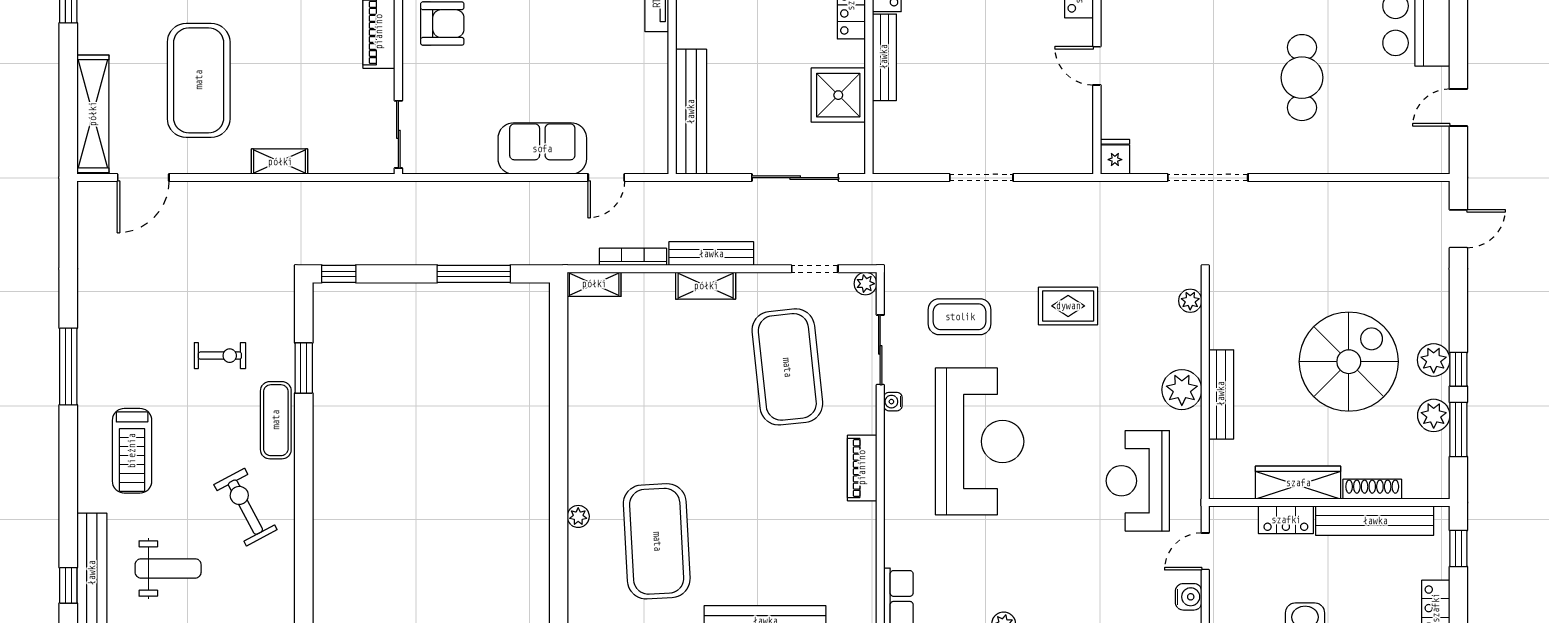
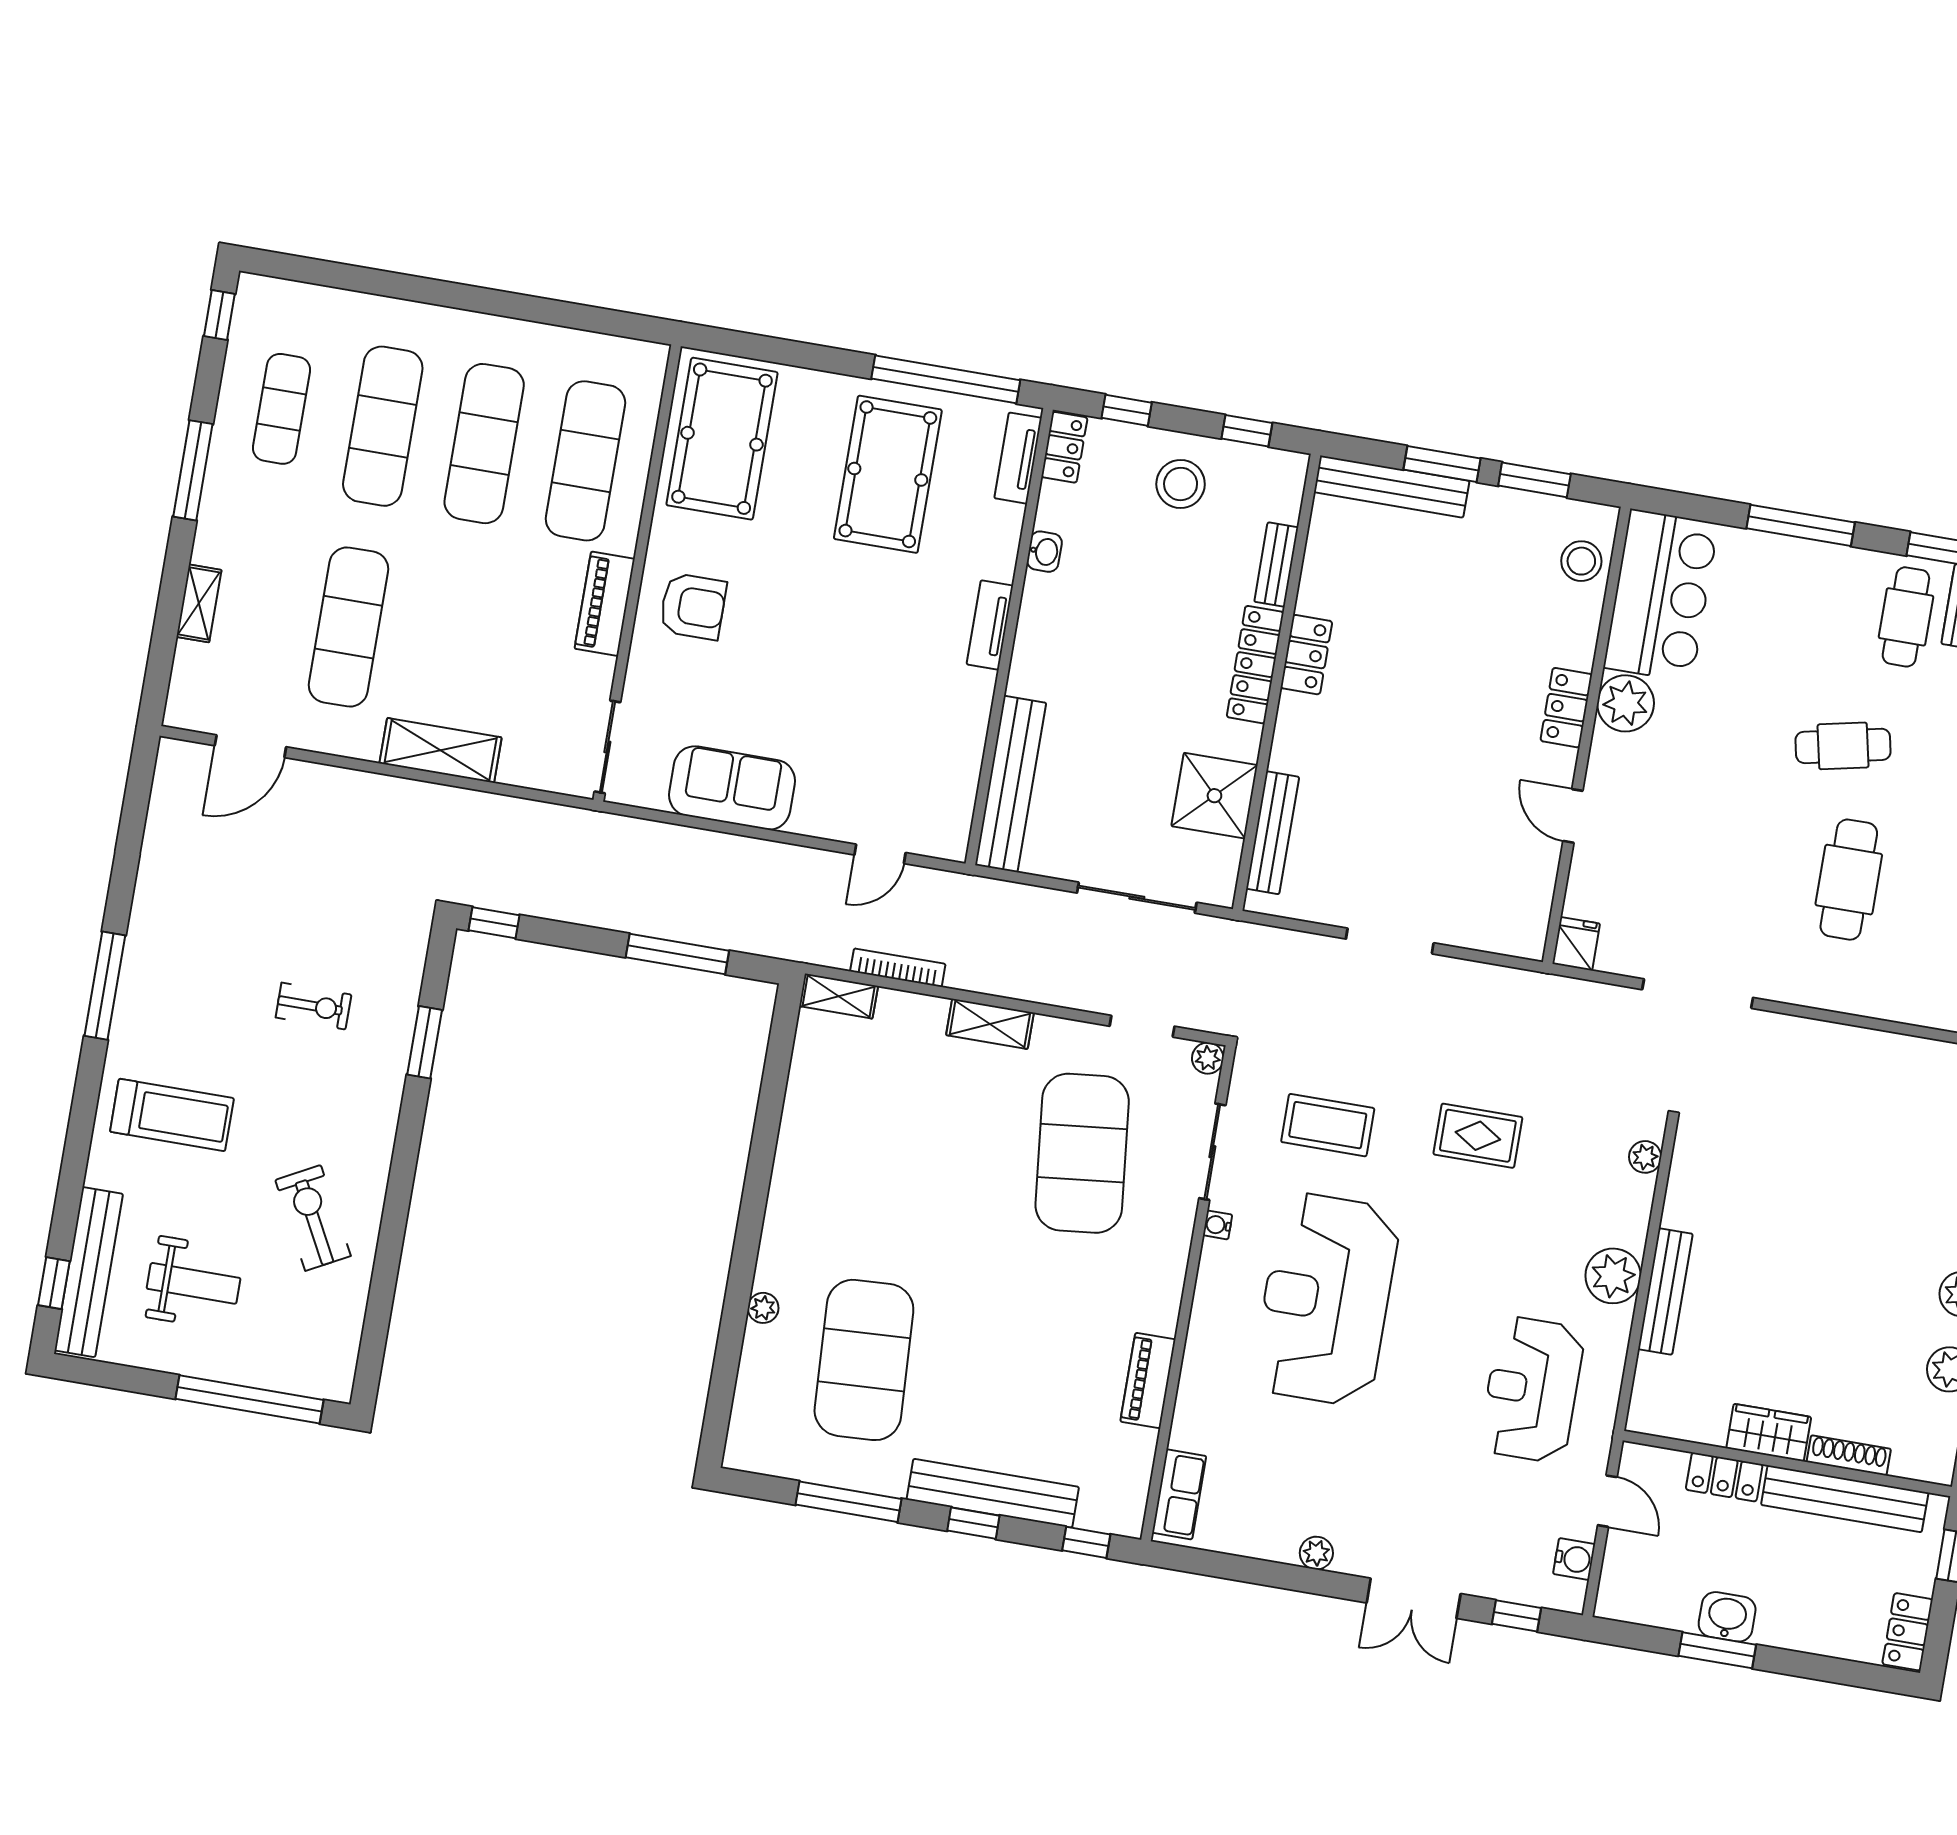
bench: (884, 57) -> (1273, 833), moved
exercise mat: (199, 80) -> (348, 627), width x0.68
shelving: (93, 114) -> (199, 603), width x0.45, depth x0.75
sofa: (542, 149) -> (732, 788), moved
shelving: (280, 162) -> (441, 750), width x1.50, depth x1.33
bench: (711, 254) -> (1005, 981), removed
spiral stairs: (1349, 362) -> (1846, 1277), removed
exercise mat: (276, 420) -> (374, 1107), removed
reception desk: (980, 441) -> (1326, 1299), turned 180
treadmill: (132, 451) -> (172, 1115), turned -90
piano: (862, 468) -> (1148, 1381), moved
wardrobe: (1298, 483) -> (1769, 1433), width x0.67
door: (1205, 551) -> (1607, 1501), swing flipped

